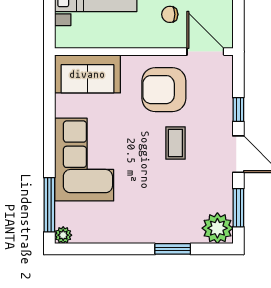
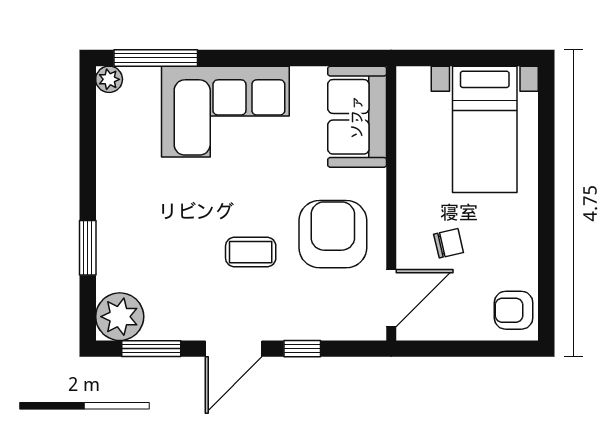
chair: (170, 14) -> (449, 243), turned 77

